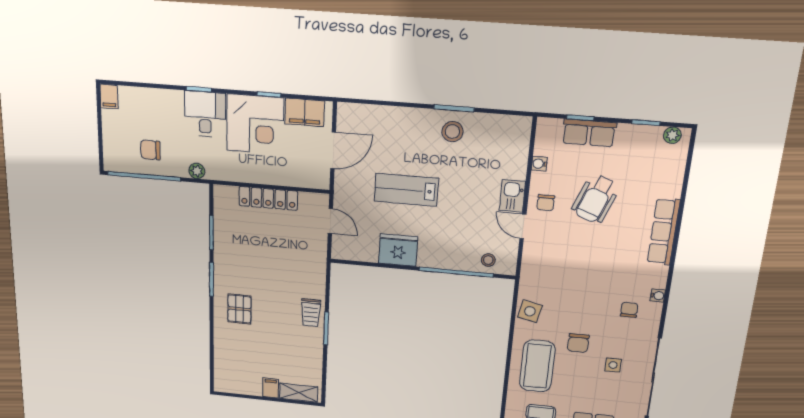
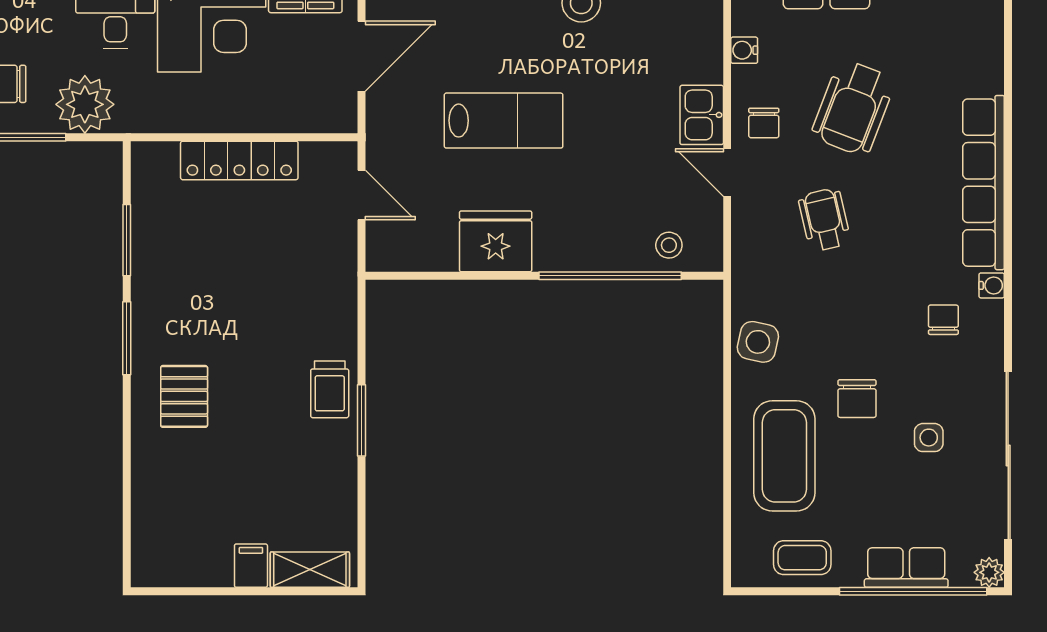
plant: (197, 171) -> (85, 104), width x1.87, depth x1.87
lab bench: (406, 190) -> (504, 121), turned 180
row of seats: (664, 232) -> (984, 183), width x1.36
wheelchair: (572, 255) -> (824, 220), added

